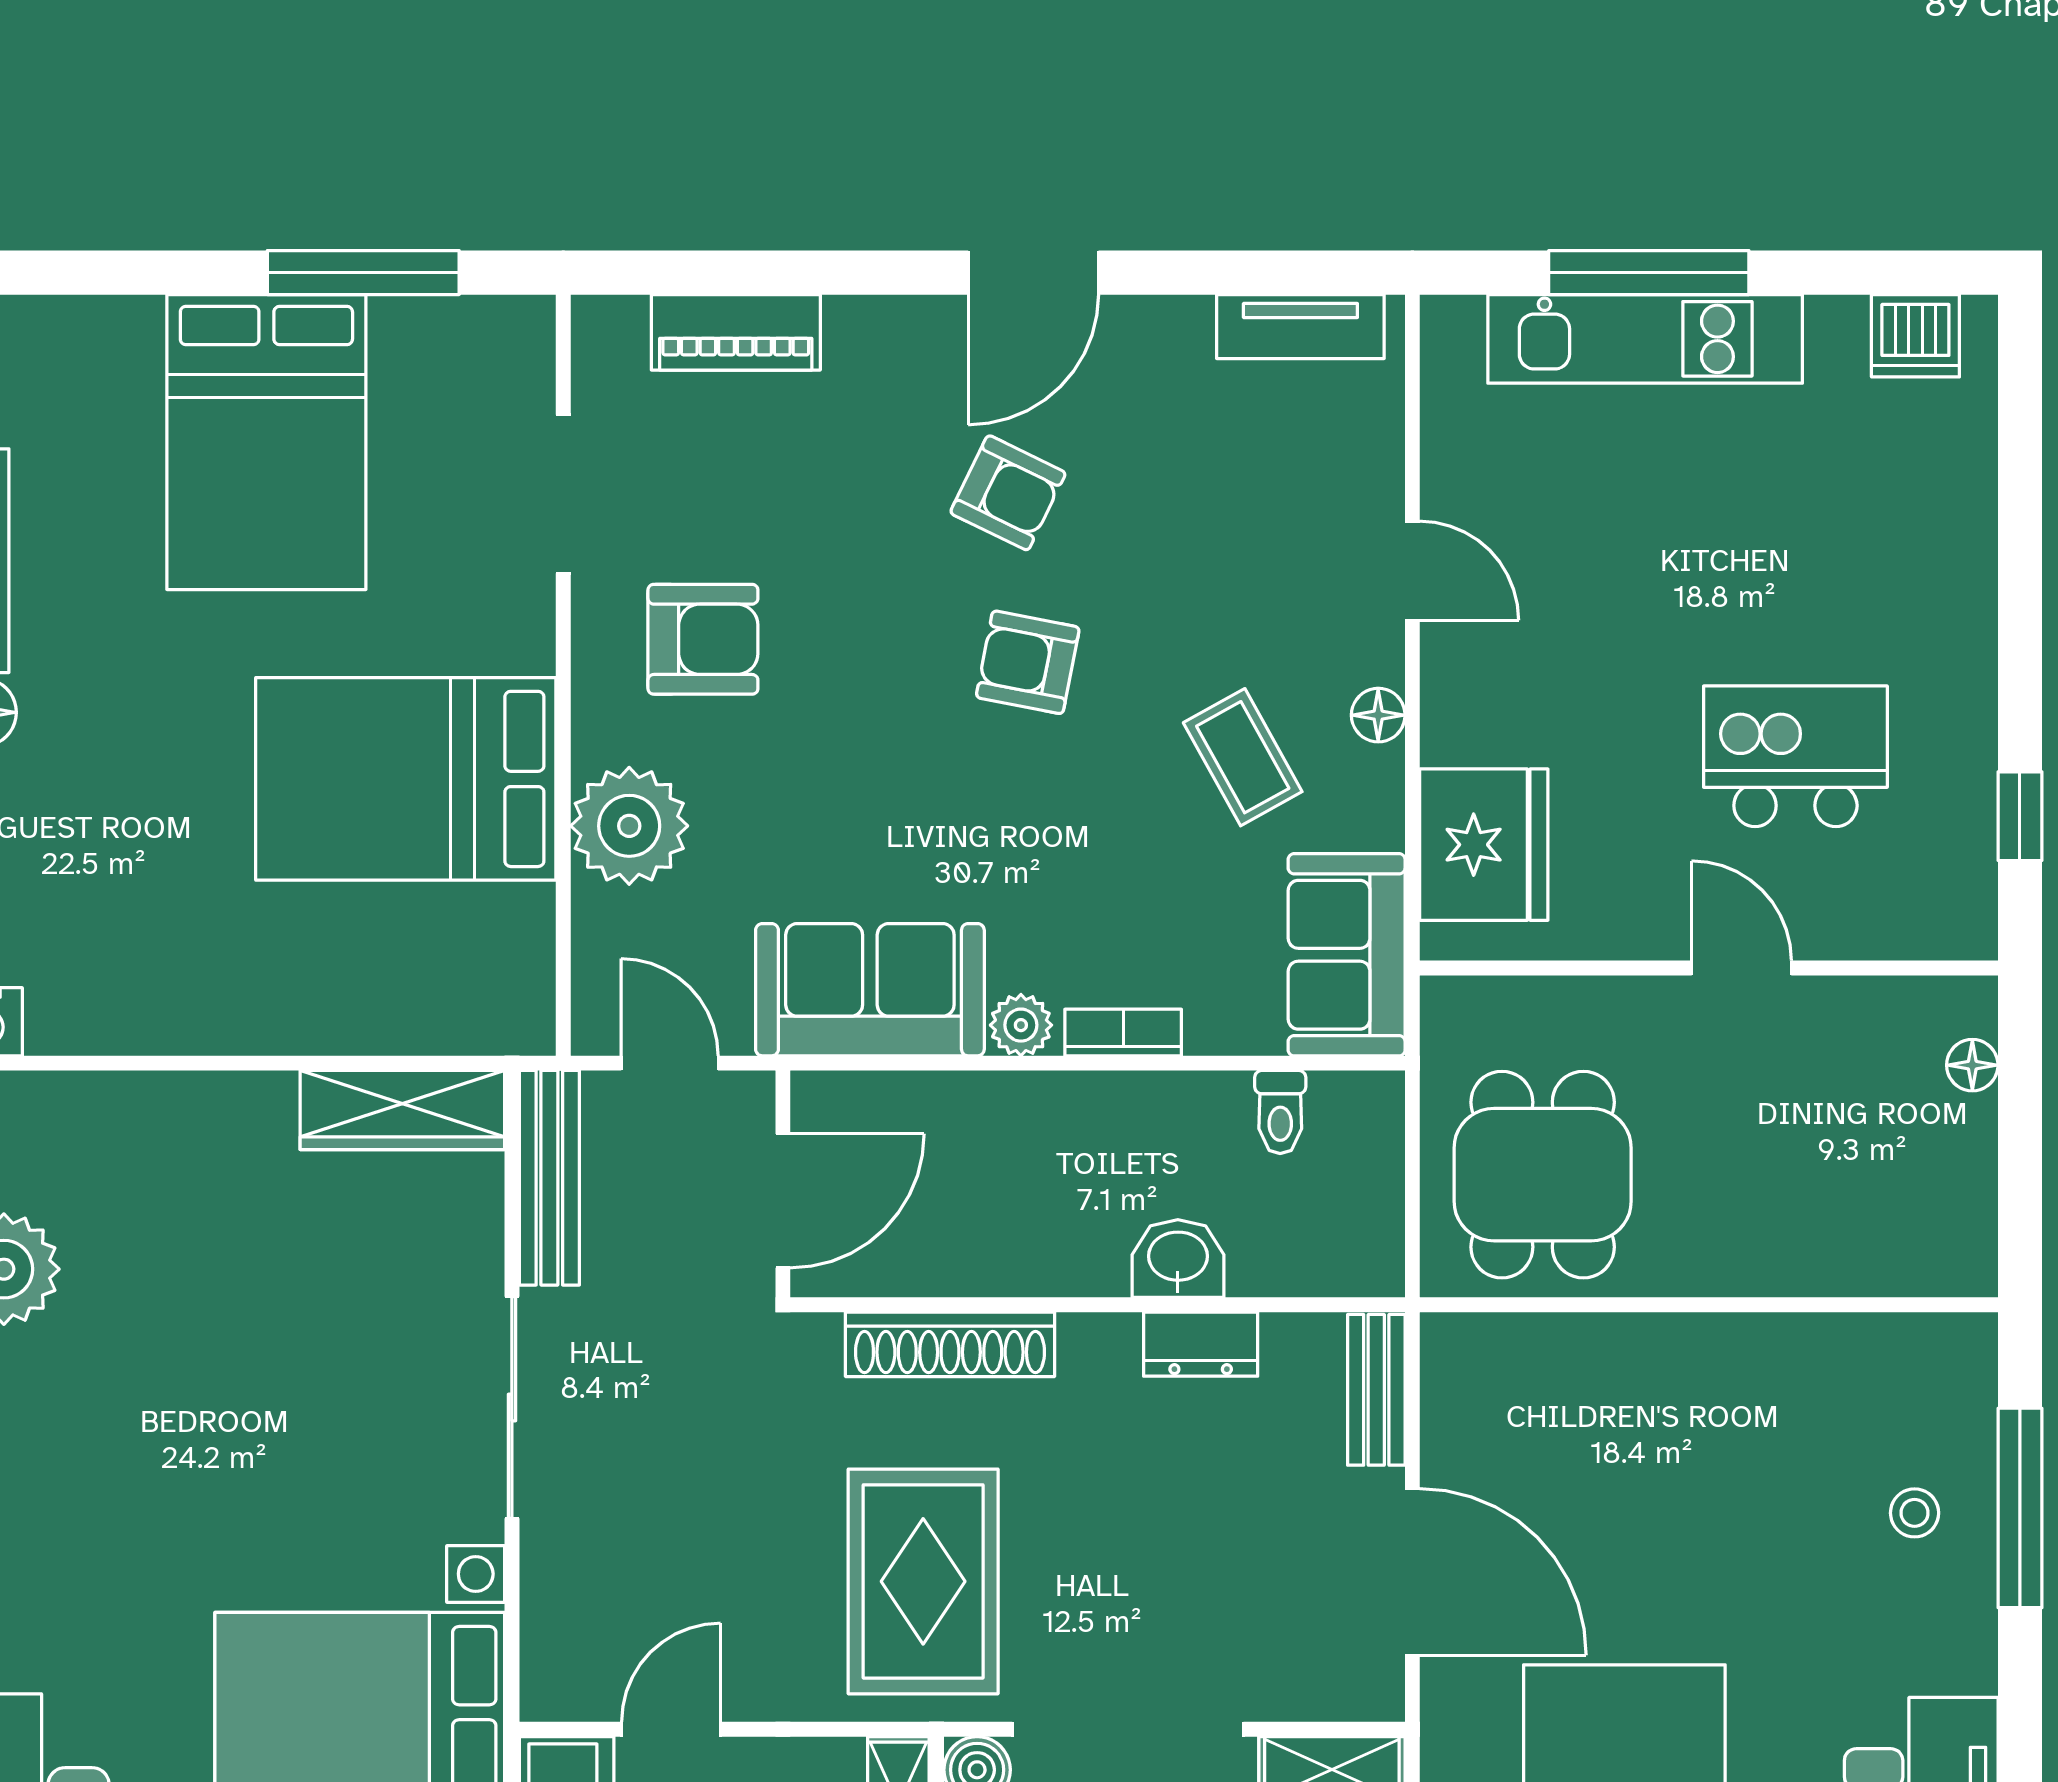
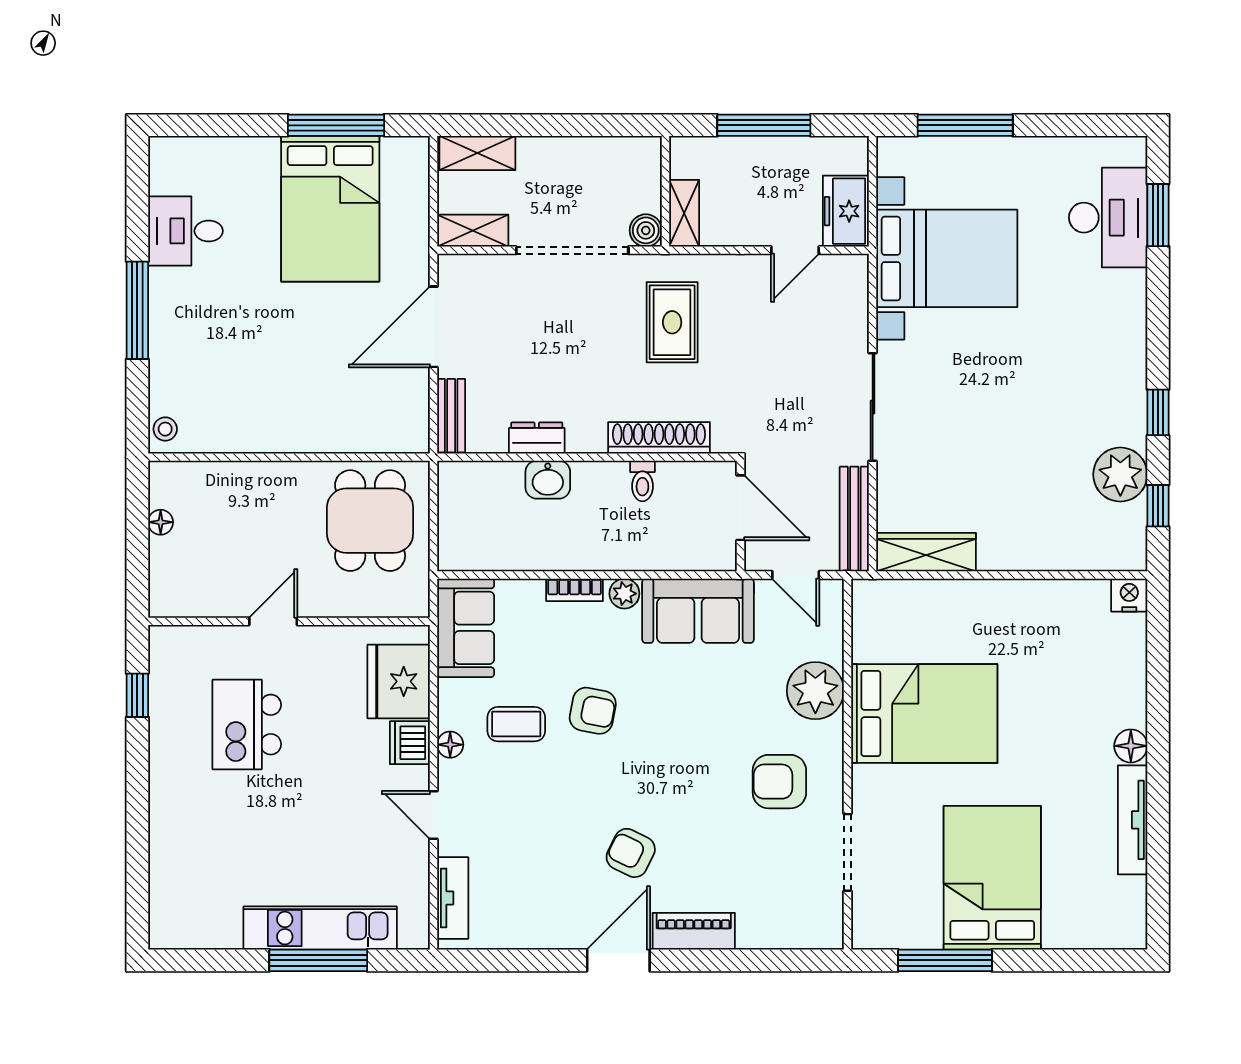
tv unit: (1300, 327) -> (453, 898), moved, turned 90
piano: (736, 332) -> (694, 931), moved
dishwasher: (1915, 336) -> (410, 743), moved, turned -90
armchair: (1028, 662) -> (593, 711), moved
kitchen island: (1795, 756) -> (247, 725), turned 90
coffee table: (1243, 757) -> (516, 724), turned -61
door: (1741, 968) -> (273, 621), swing flipped
floor lamp: (1972, 1065) -> (161, 522), moved
toilet: (1280, 1112) -> (642, 481), moved, turned 180
door: (783, 1201) -> (740, 508), swing flipped
window: (2020, 1508) -> (137, 310), moved
stool: (1915, 1513) -> (165, 429), moved
door: (1412, 1572) -> (434, 327), hinge flipped
rug: (923, 1581) -> (672, 322), width x0.73, depth x0.70

